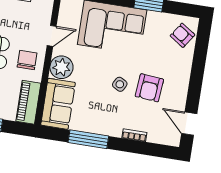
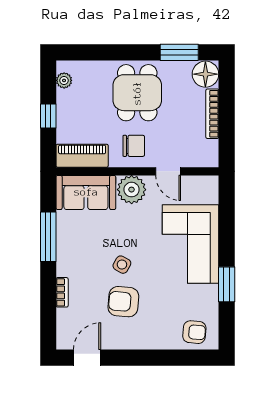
armchair: (182, 35) -> (194, 332), turned 61

